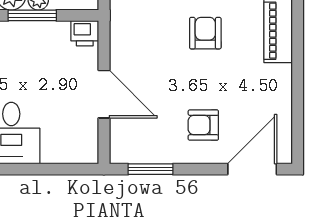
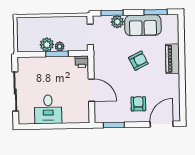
armchair: (205, 33) -> (138, 61), turned 64
armchair: (203, 125) -> (138, 104), turned 90

